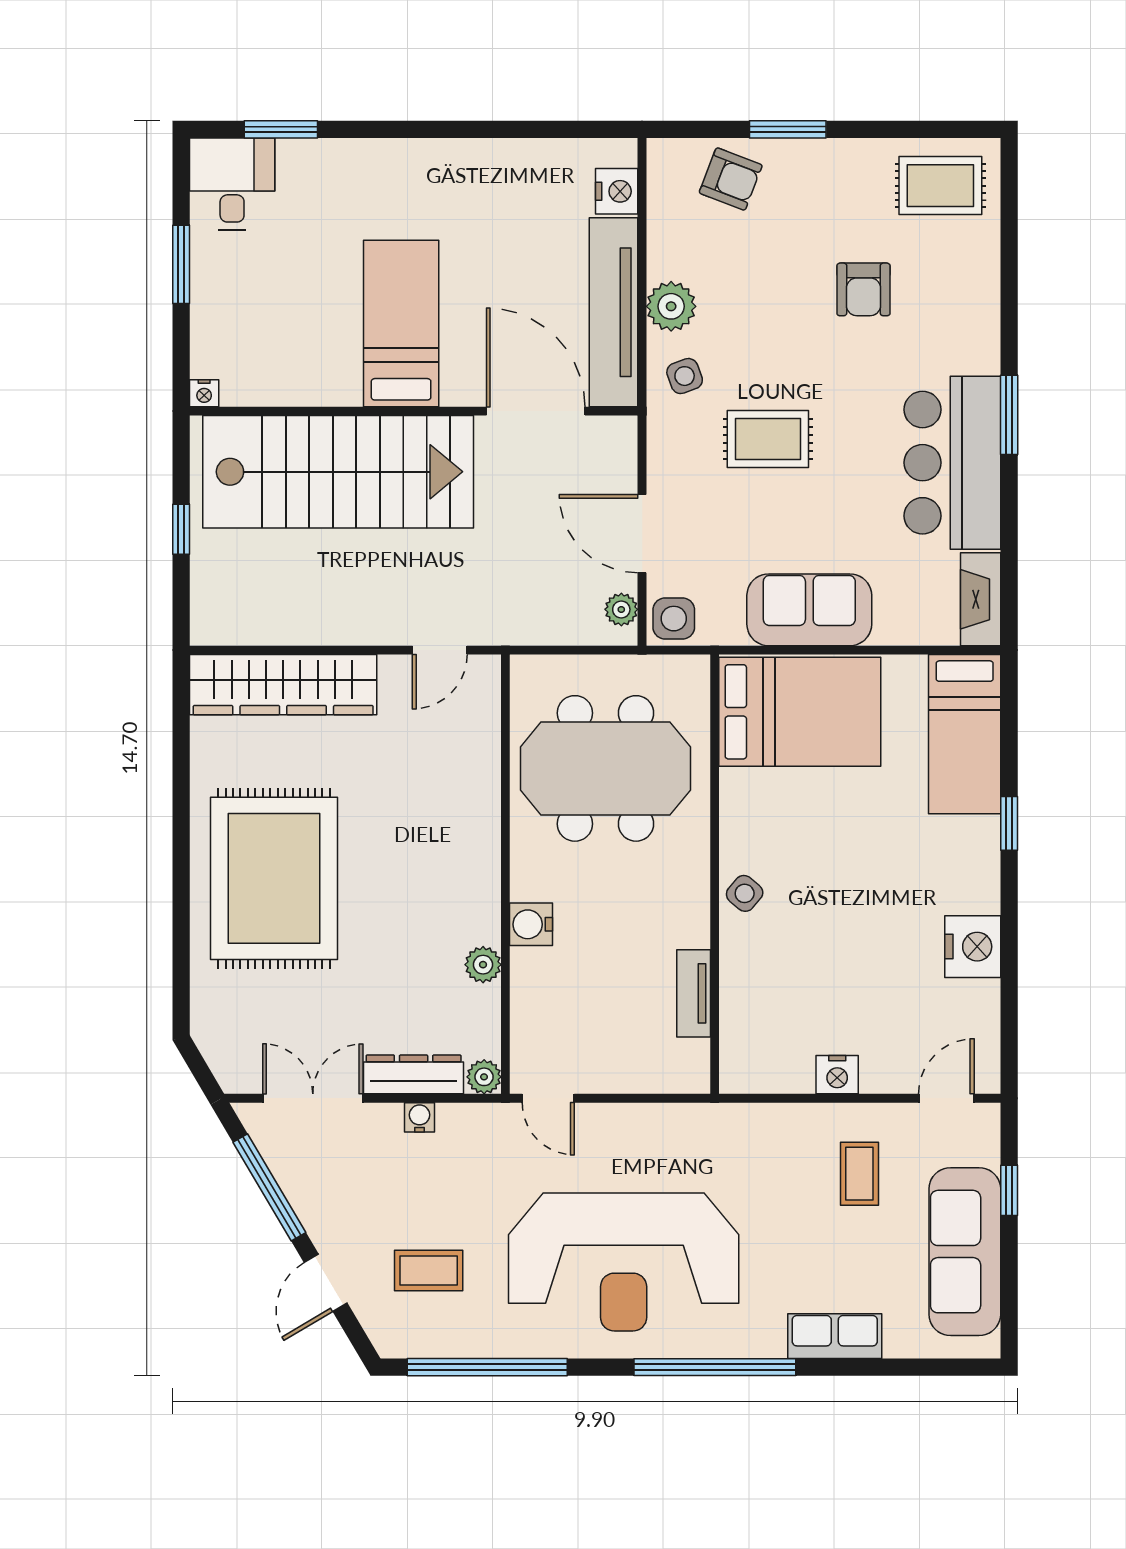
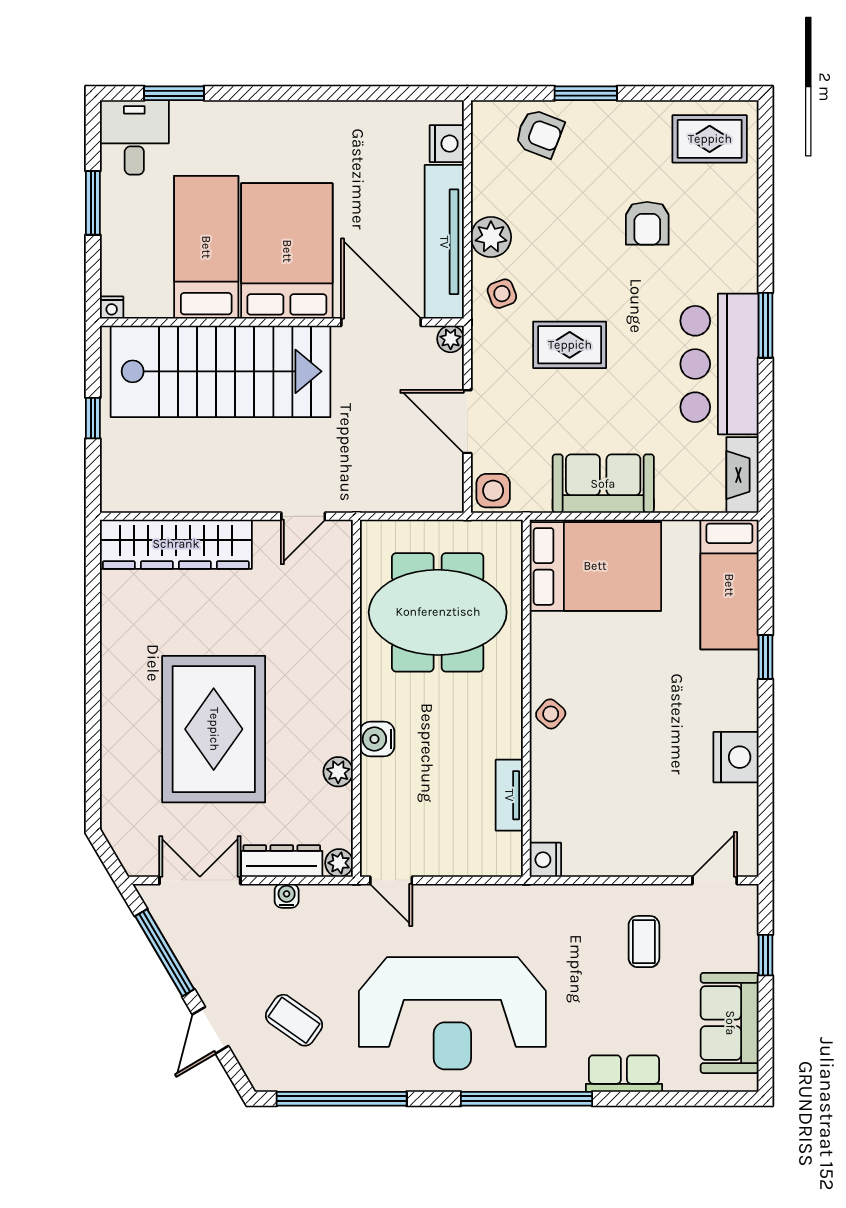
bed: (321, 319) -> (206, 247), added
bed: (401, 323) -> (287, 251), width x1.50
plant: (621, 609) -> (451, 339), moved
rug: (274, 878) -> (214, 729), moved
nightstand: (837, 1075) -> (545, 860), moved, turned 90
sofa: (965, 1252) -> (730, 1023), width x0.73
coffee table: (429, 1270) -> (294, 1020), turned 35

